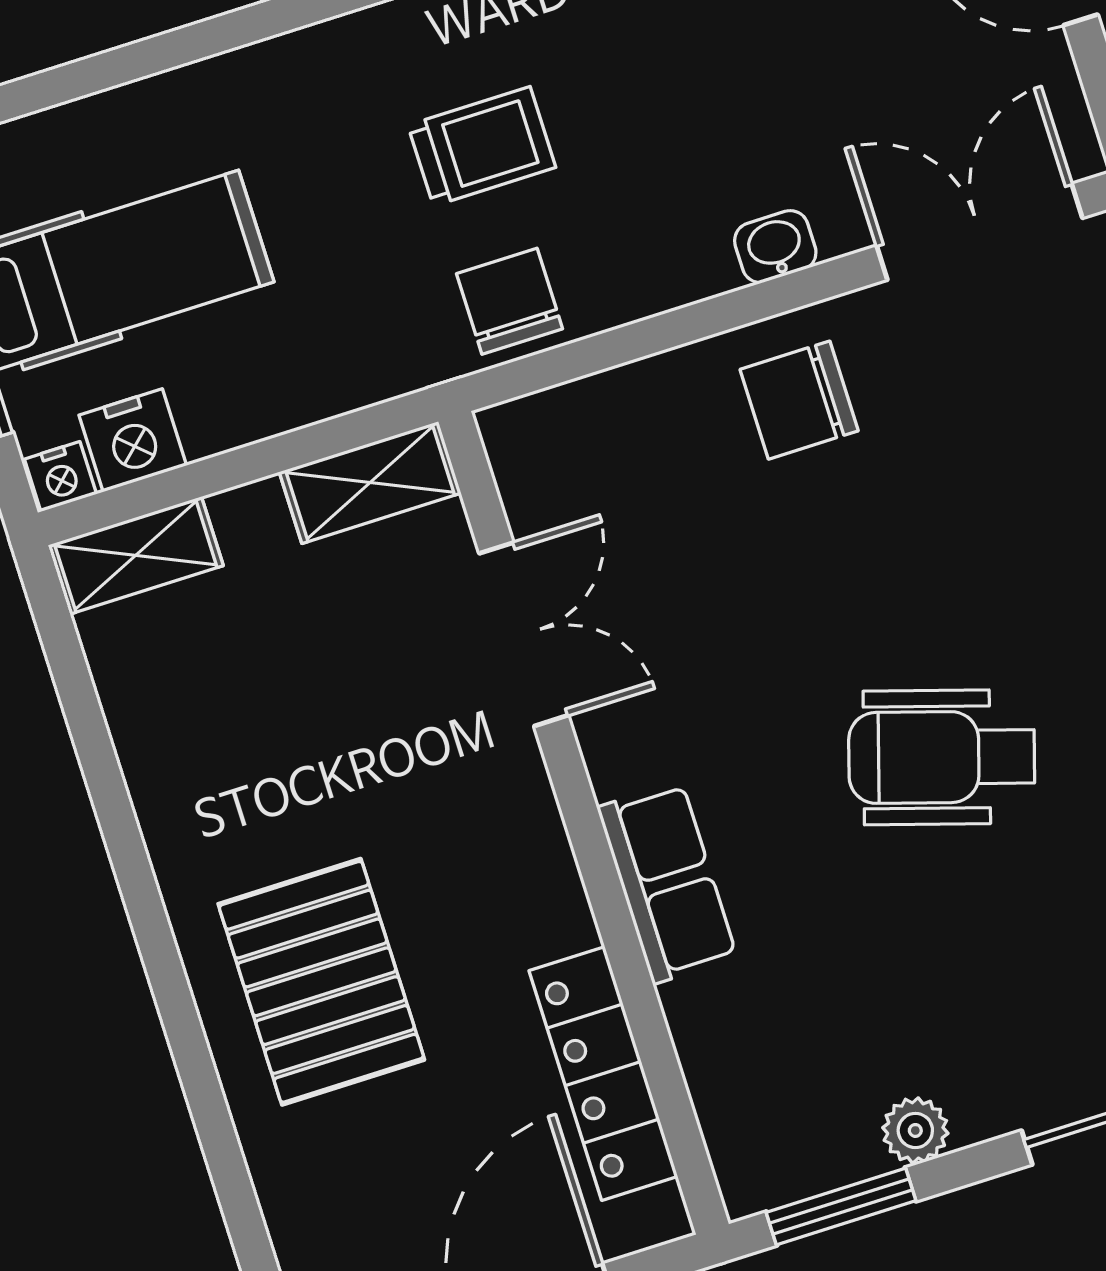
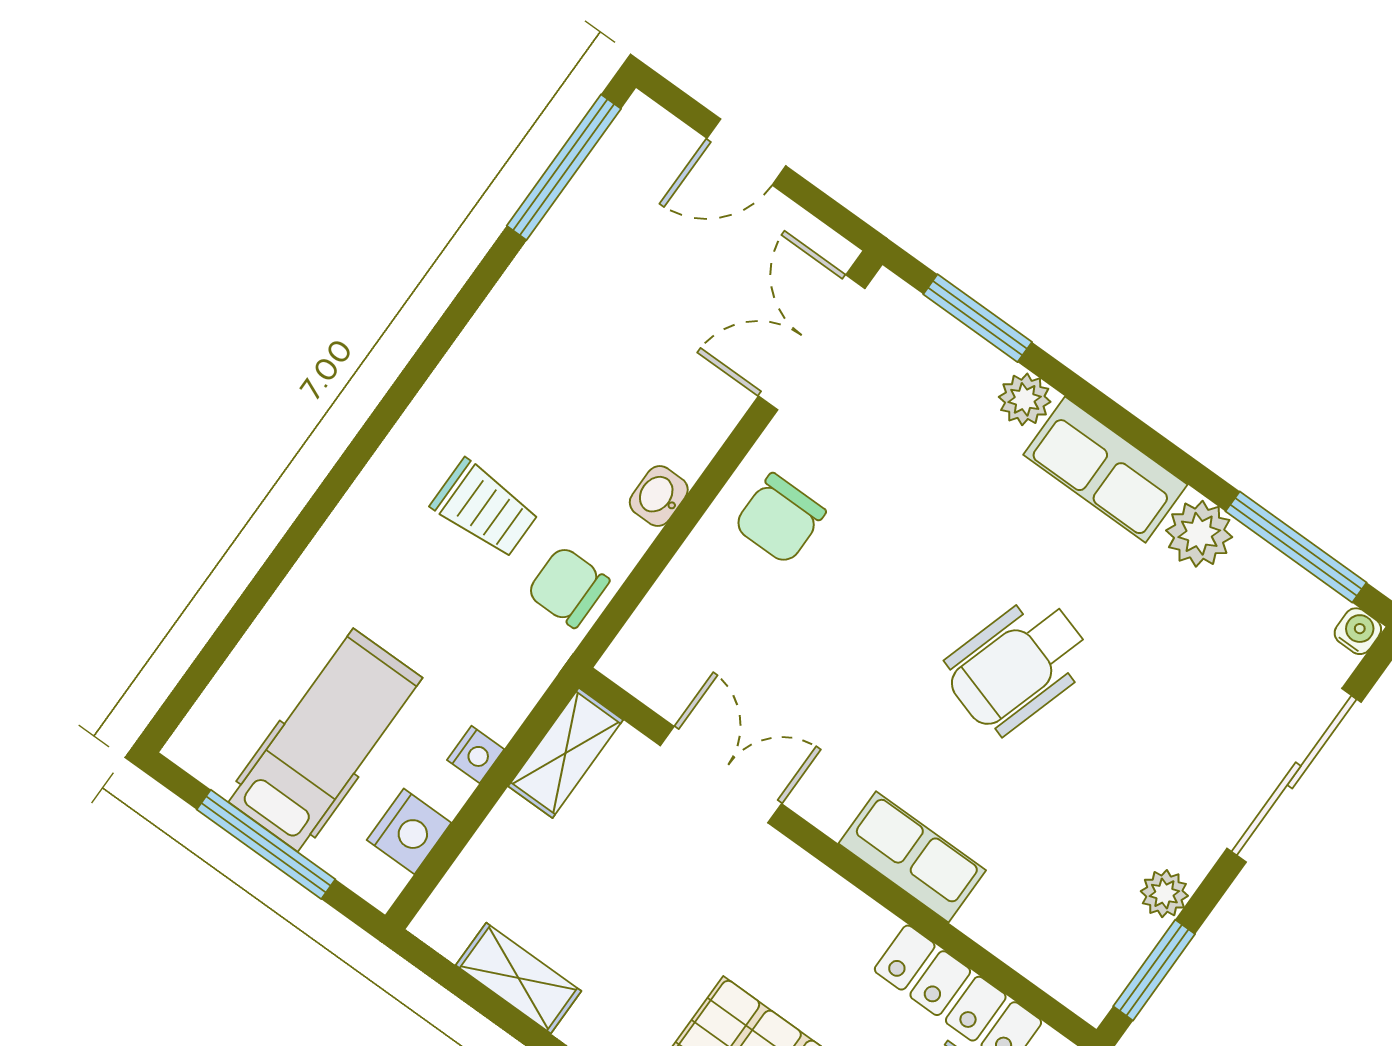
trolley: (482, 146) -> (485, 509), turned 90
washbasin: (775, 247) -> (659, 496), moved
nightstand: (60, 477) -> (476, 755), moved
shelving: (136, 555) -> (518, 978), moved, turned 90

